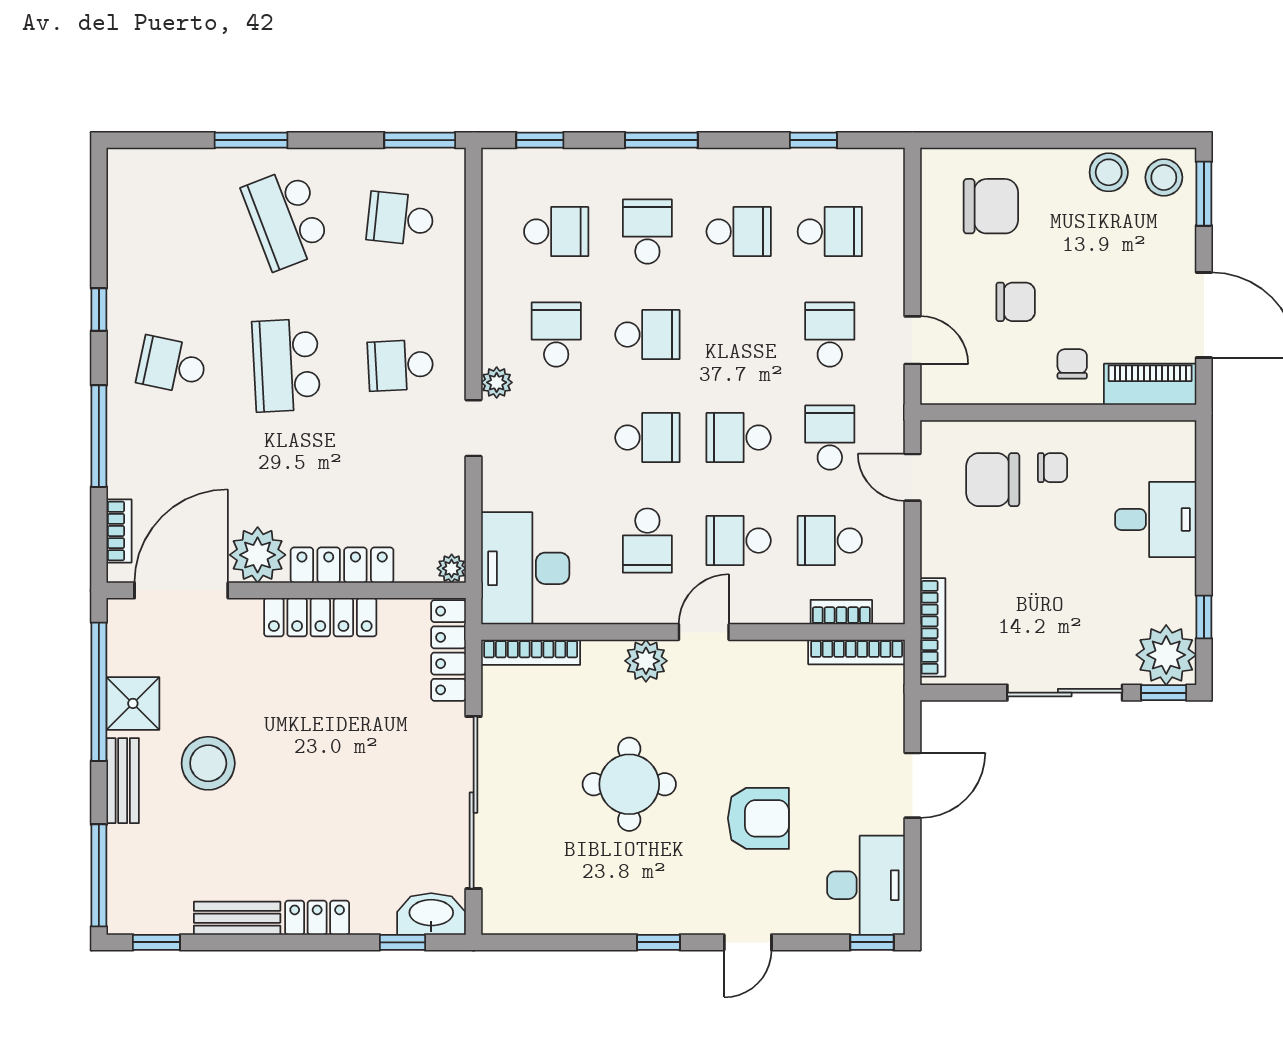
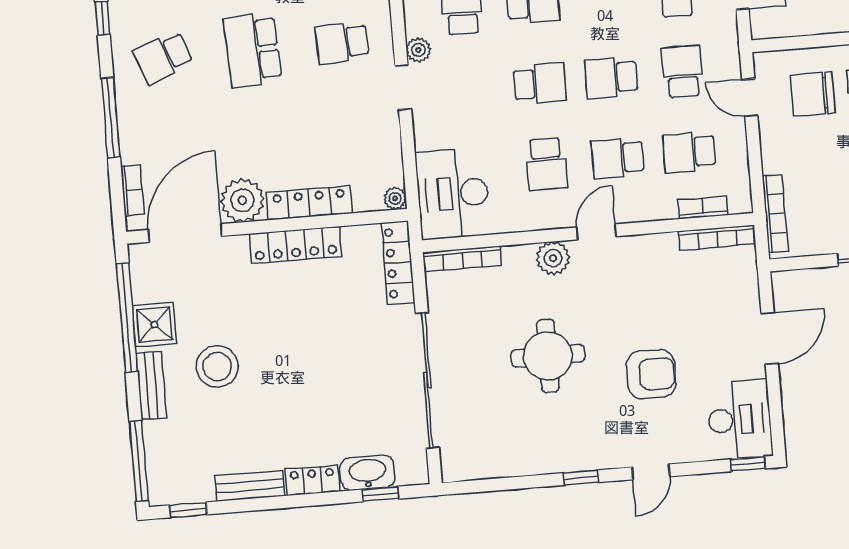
school desk: (172, 365) -> (163, 57), turned -33
washbasin: (431, 914) -> (368, 473), moved

